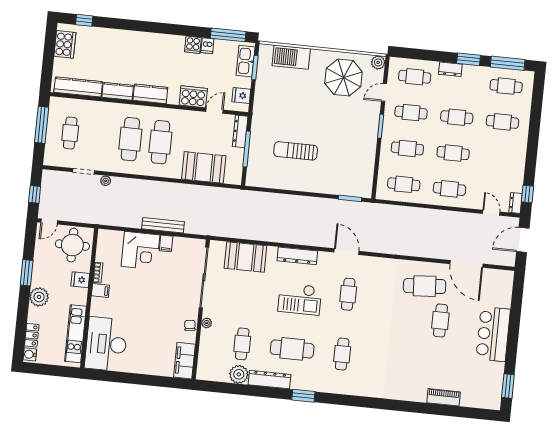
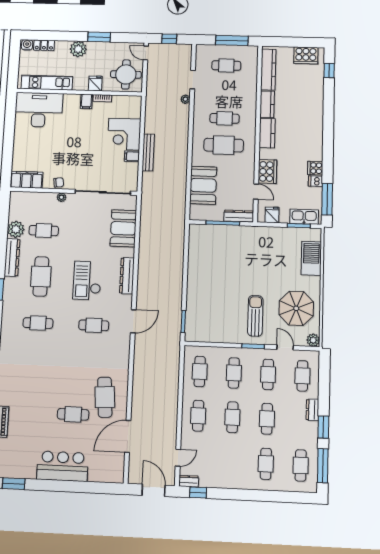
cafe table: (130, 139) -> (225, 118), width x0.73, depth x0.74
sun lounger: (296, 151) -> (255, 316), moved

